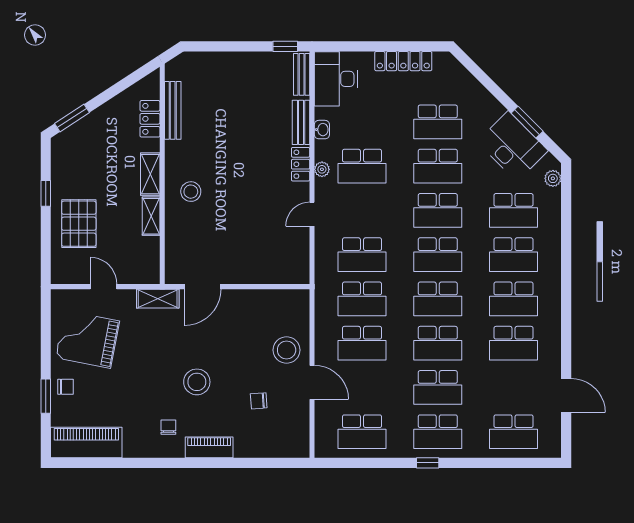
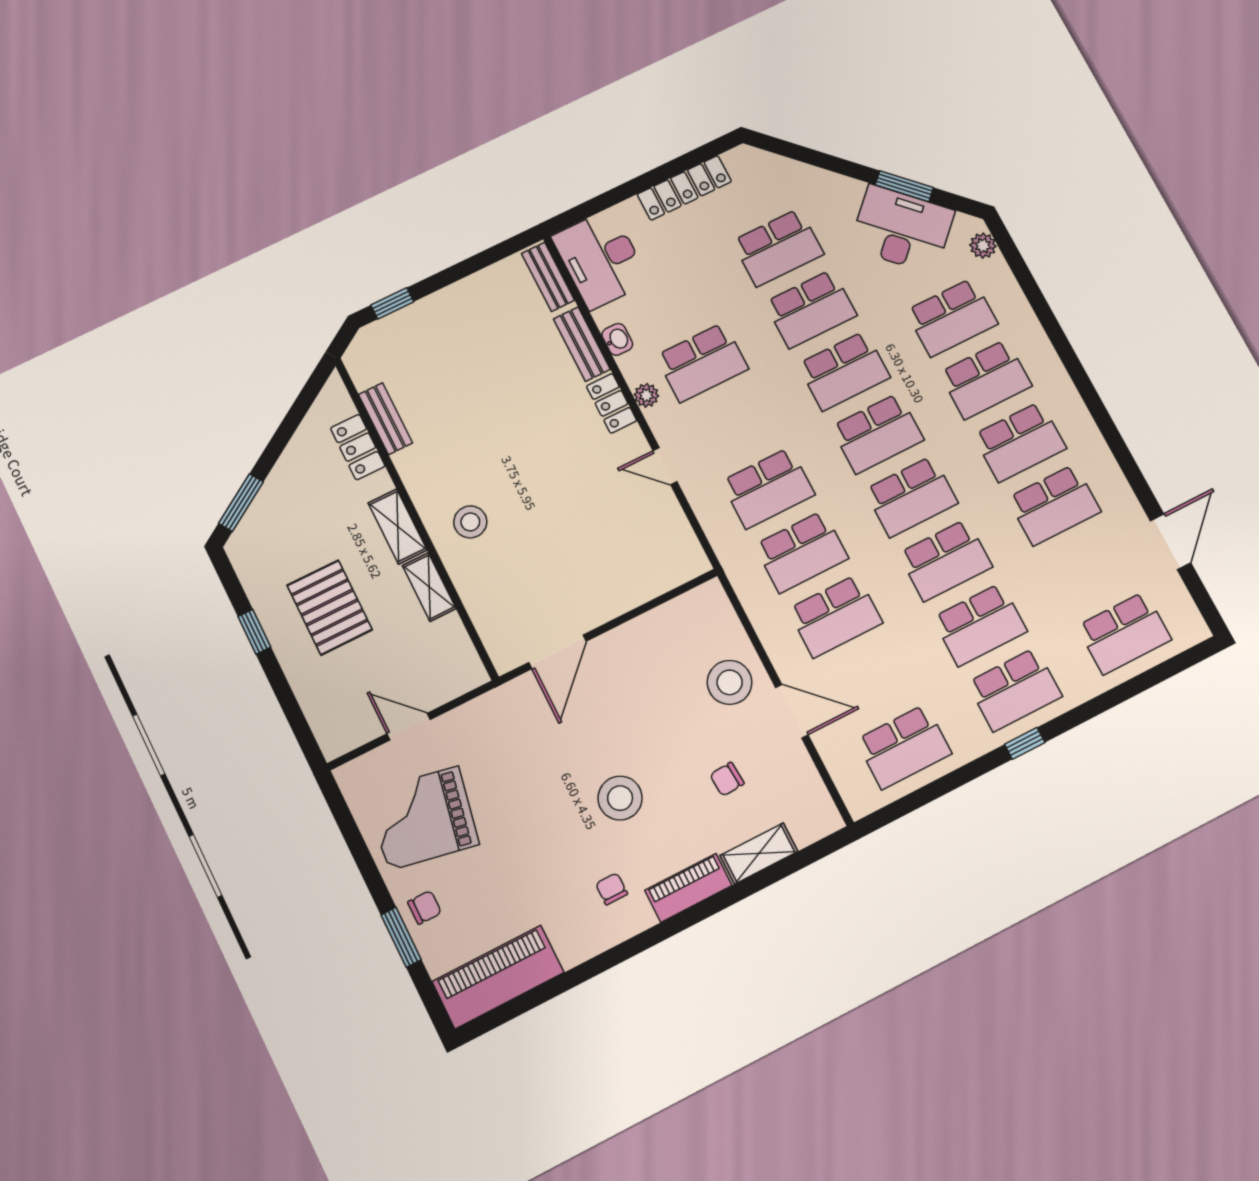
window: (285, 46) -> (392, 303), moved
bench: (173, 110) -> (385, 419), width x0.73
door: (312, 214) -> (665, 466), hinge flipped
pallet: (79, 224) -> (330, 607), moved
shelving: (158, 299) -> (759, 853), moved
door: (566, 395) -> (1171, 542), hinge flipped

